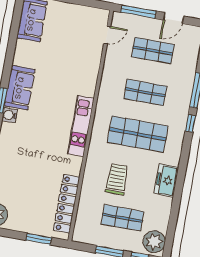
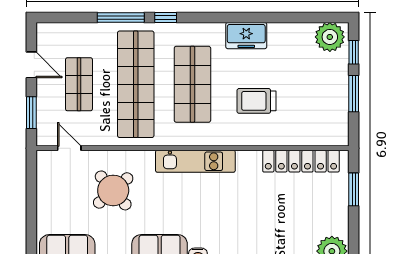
window: (138, 12) -> (31, 113), width x0.69
round table: (70, 62) -> (113, 190), added
shop shelf: (145, 92) -> (136, 84), width x2.00, depth x1.36
shop shelf: (123, 218) -> (306, 84), removed

